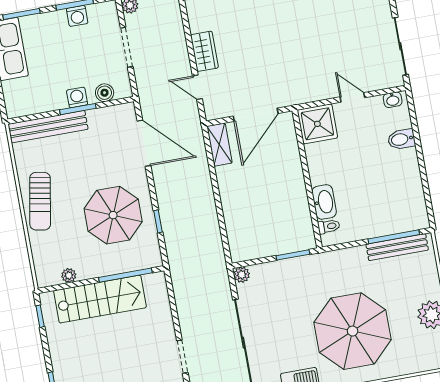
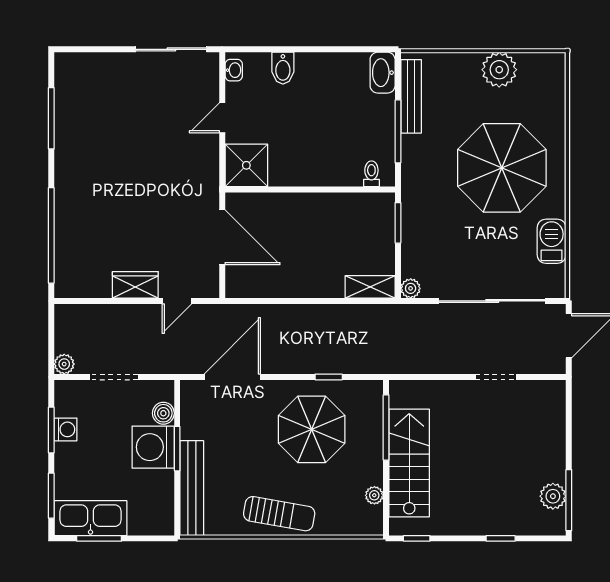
washing machine: (77, 97) -> (153, 447), width x1.89, depth x1.89
shelving: (219, 145) -> (370, 287), moved
washbasin: (324, 202) -> (383, 73), moved, turned -90
window: (394, 237) -> (398, 131), moved

